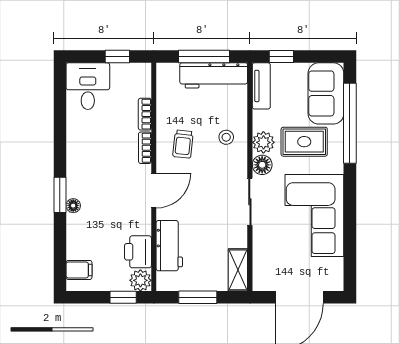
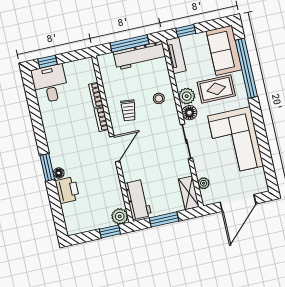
window: (117, 57) -> (47, 62), moved
workbench: (169, 246) -> (138, 200), moved
printer: (138, 252) -> (67, 190), moved, turned 180
plant: (260, 262) -> (204, 183), added
filing cabinet: (79, 270) -> (73, 219), removed

